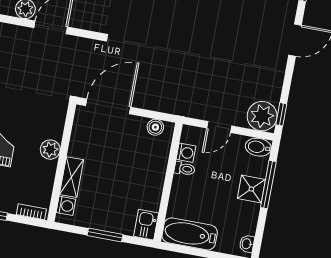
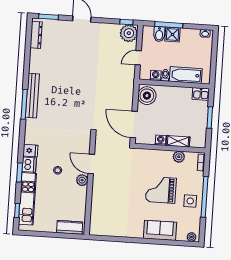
boiler: (155, 127) -> (147, 96), width x1.86, depth x1.86
door: (219, 127) -> (138, 58), swing flipped
bidet: (258, 147) -> (159, 34), moved
plant: (50, 150) -> (179, 157), moved
washing machine: (66, 206) -> (161, 140), moved
bathtub: (190, 234) -> (186, 75), moved, turned 90

